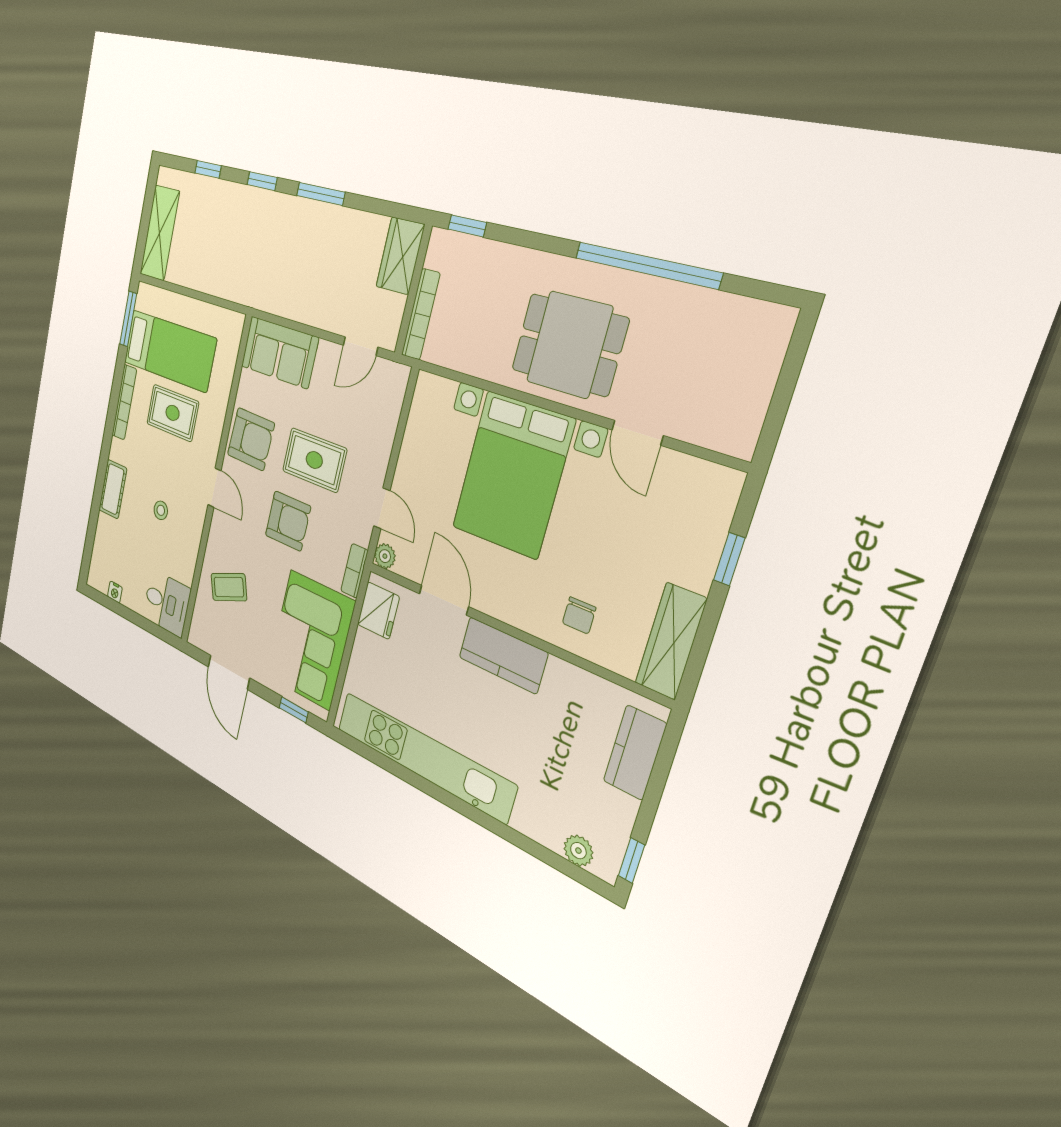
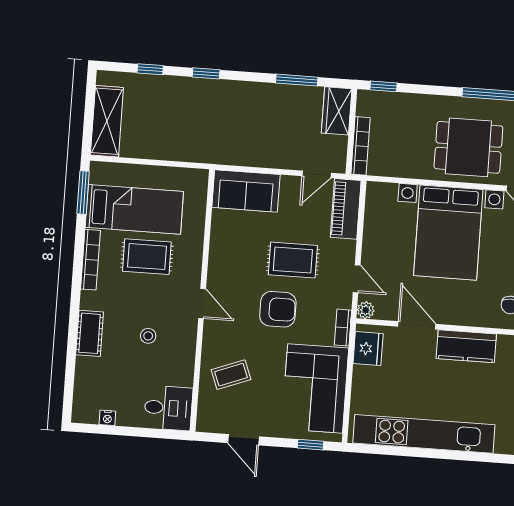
window: (321, 194) -> (297, 80), moved
piano: (386, 404) -> (346, 209), added
armchair: (251, 439) -> (231, 259), removed
door: (229, 672) -> (244, 440), width x0.73

